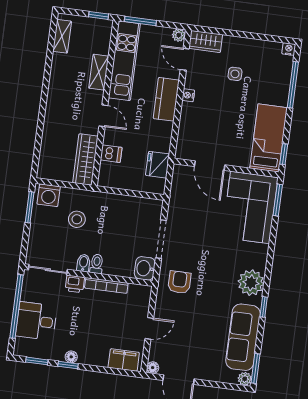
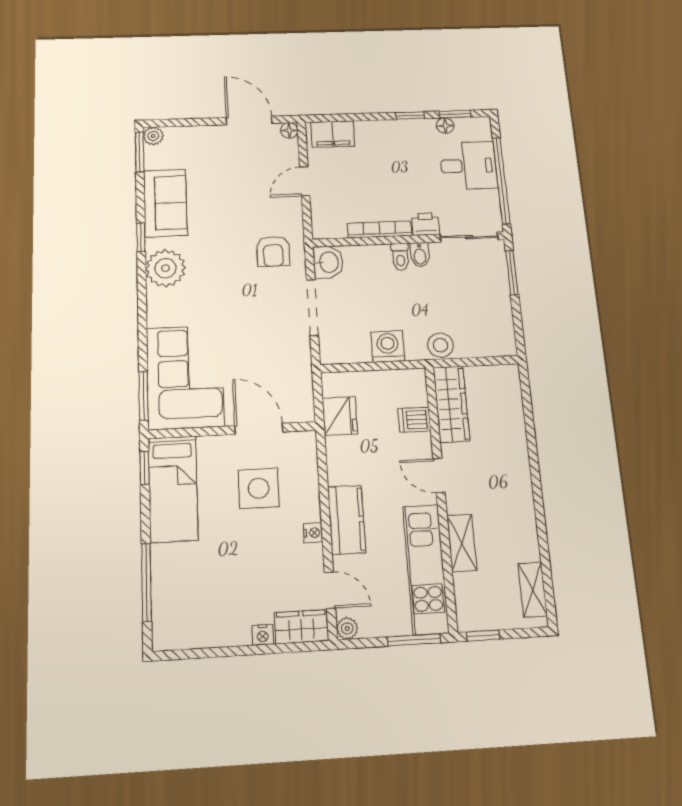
nightstand: (289, 49) -> (263, 635), moved
side table: (235, 74) -> (259, 488), moved, width x1.87, depth x1.87
washing machine: (49, 195) -> (388, 346), moved
window: (30, 207) -> (512, 273), moved
stool: (77, 219) -> (440, 345), moved
sofa: (243, 337) -> (165, 203), width x0.73
floor lamp: (71, 357) -> (445, 126), moved

